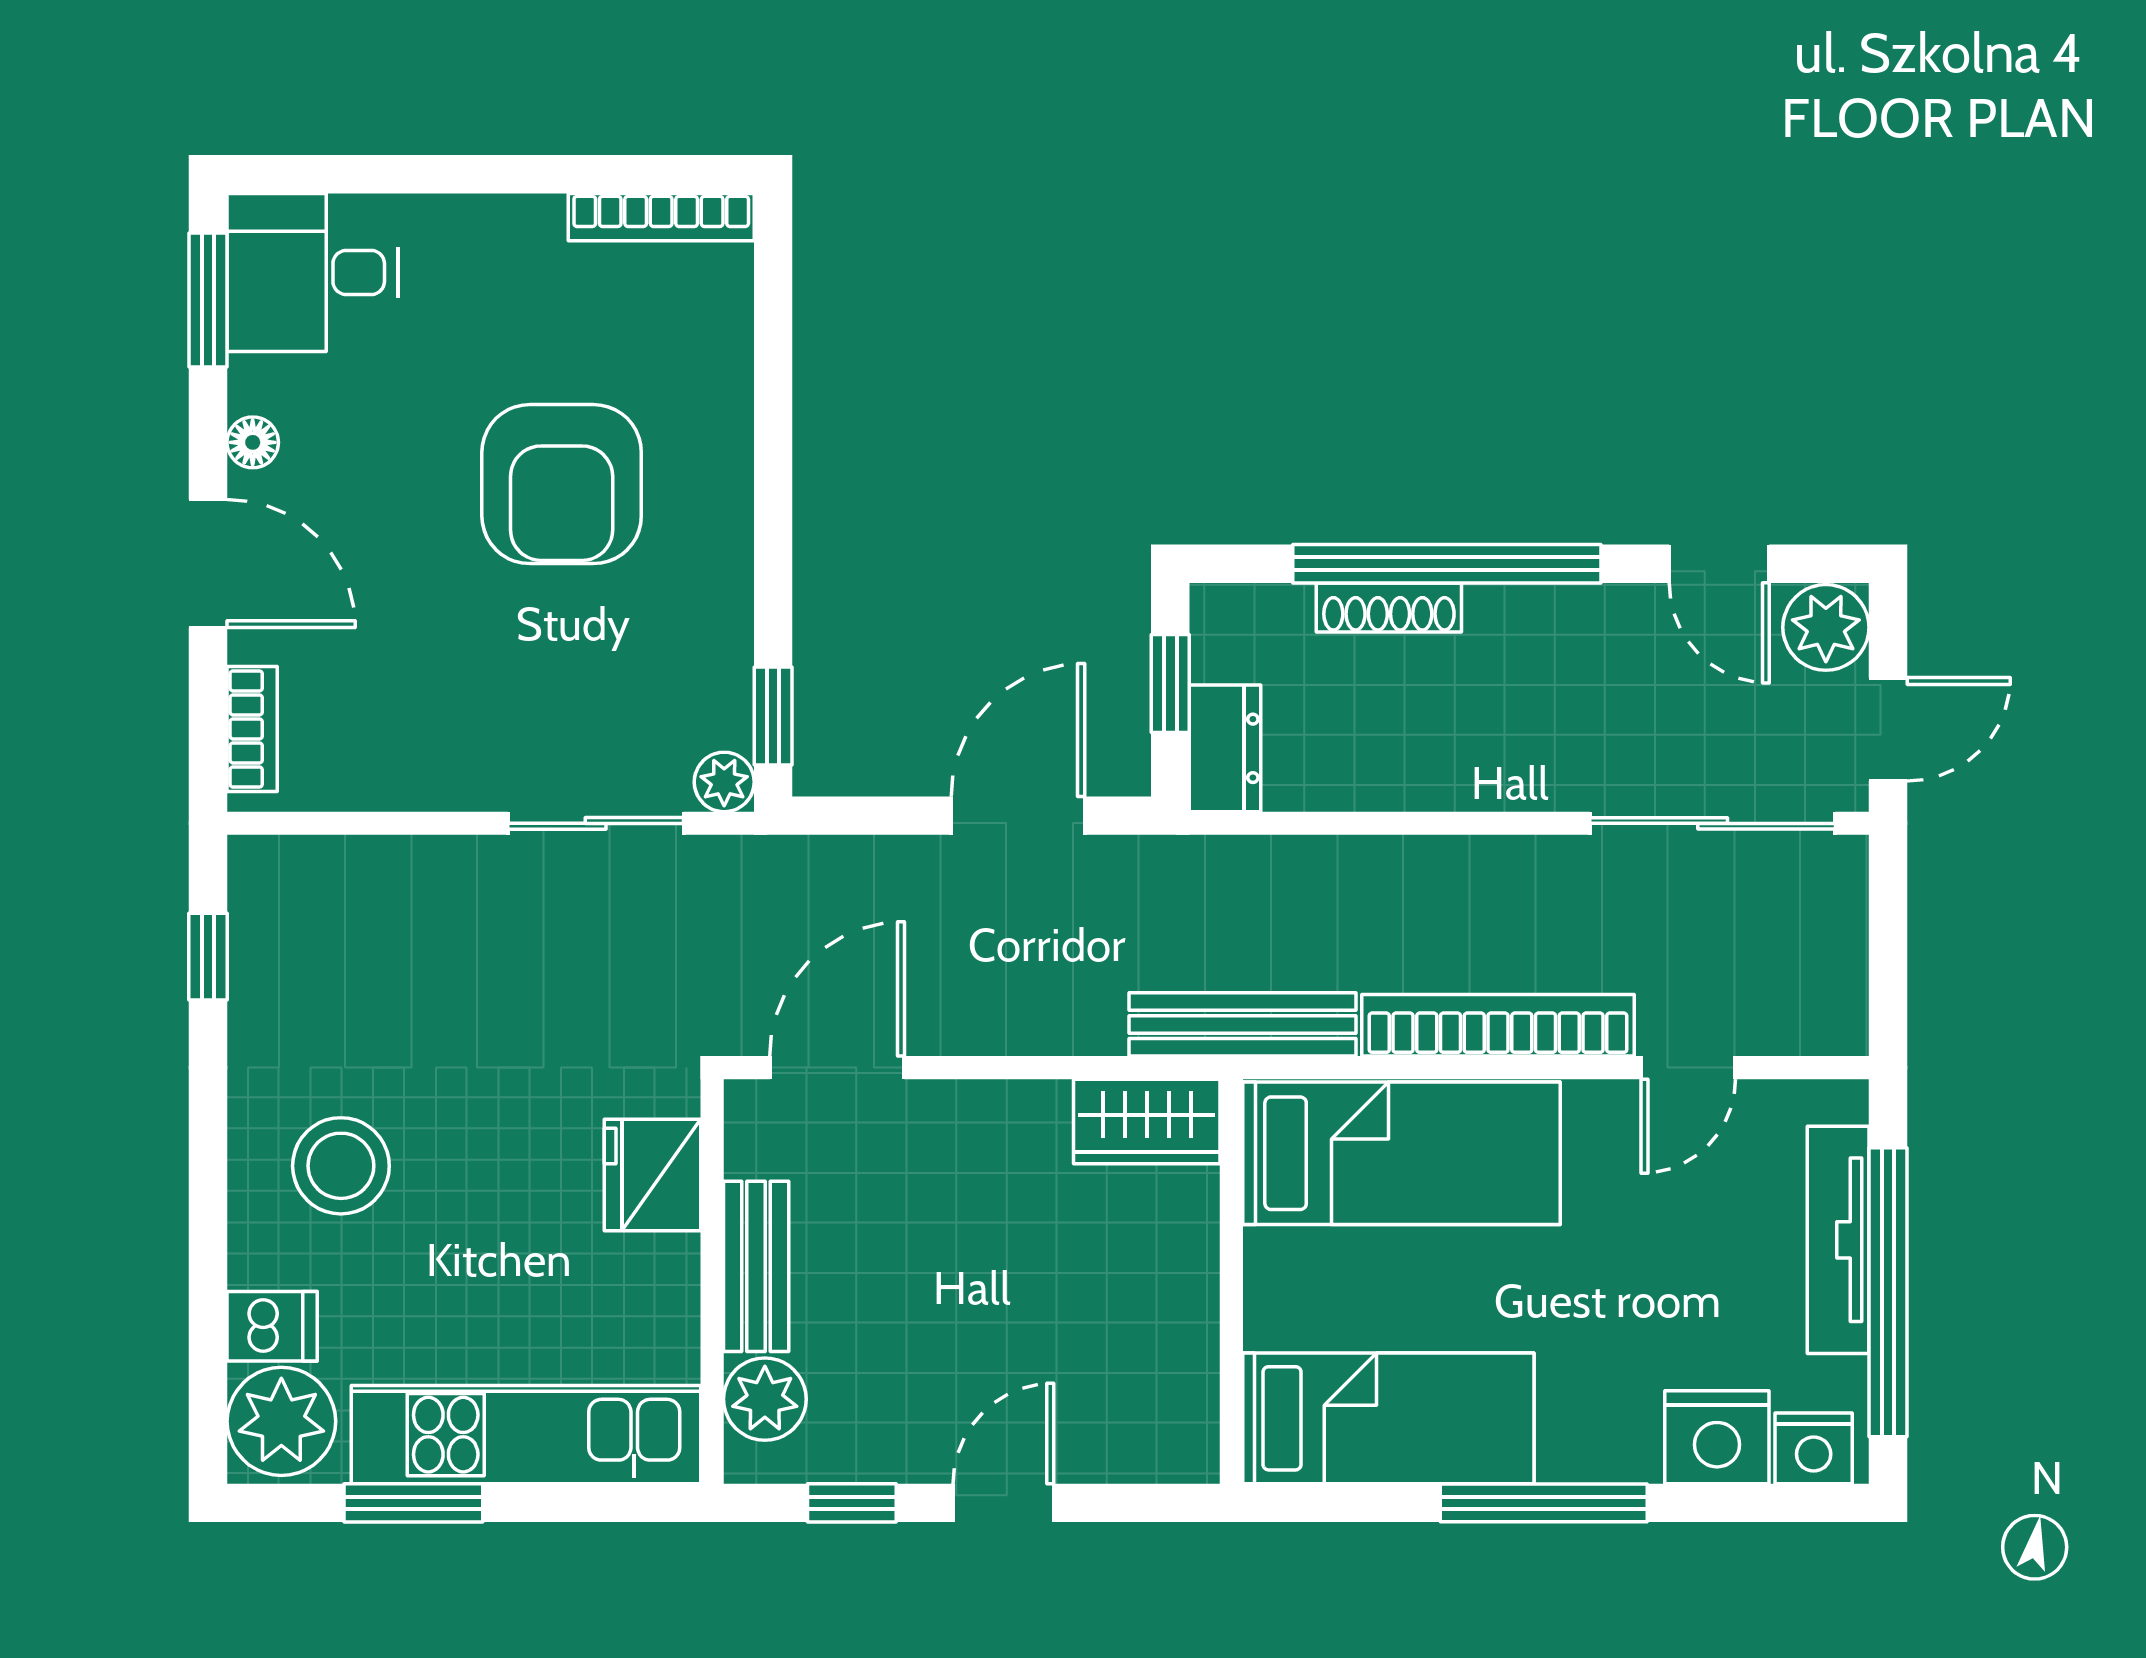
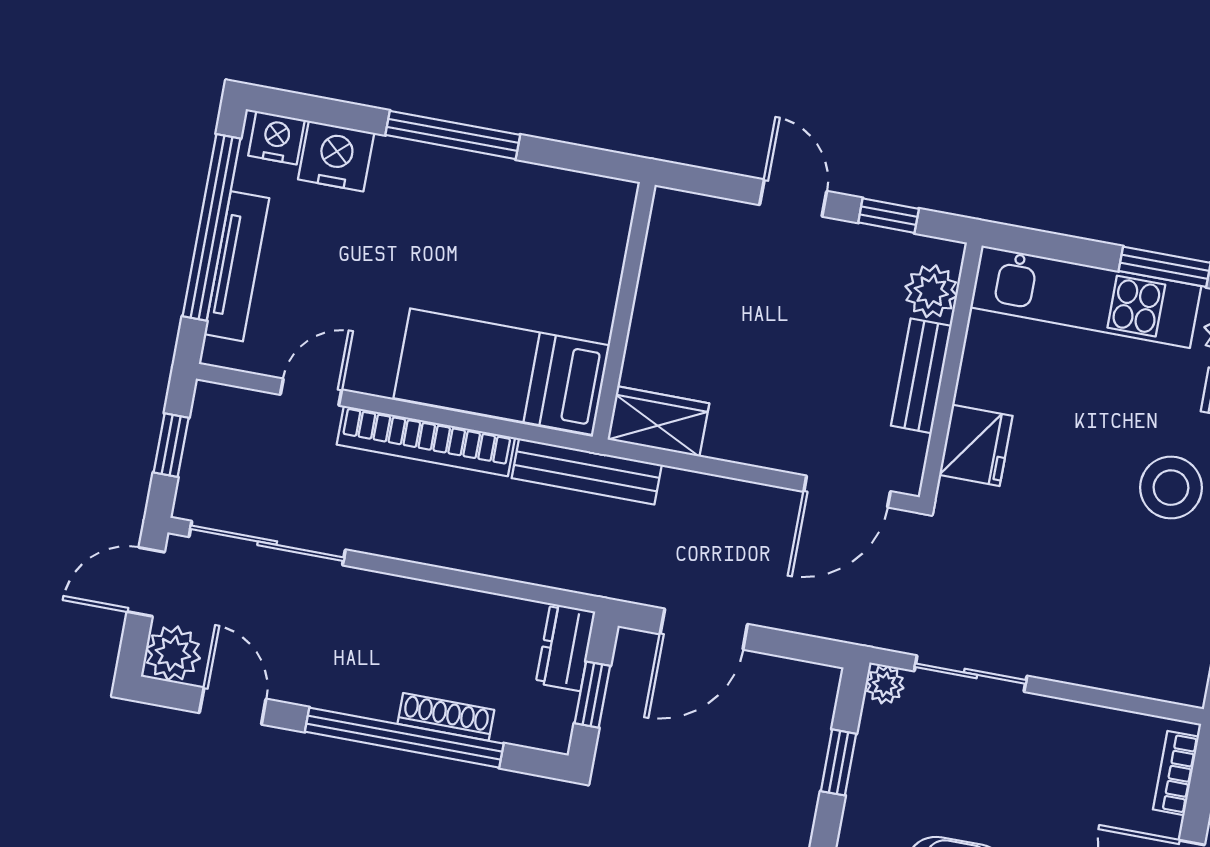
window: (773, 716) -> (838, 762), moved
window: (1888, 947) -> (171, 445), added
bed: (1388, 1418) -> (541, 206), removed
door: (1003, 1503) -> (793, 198), swing flipped

